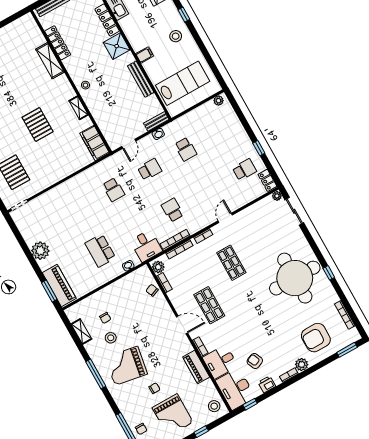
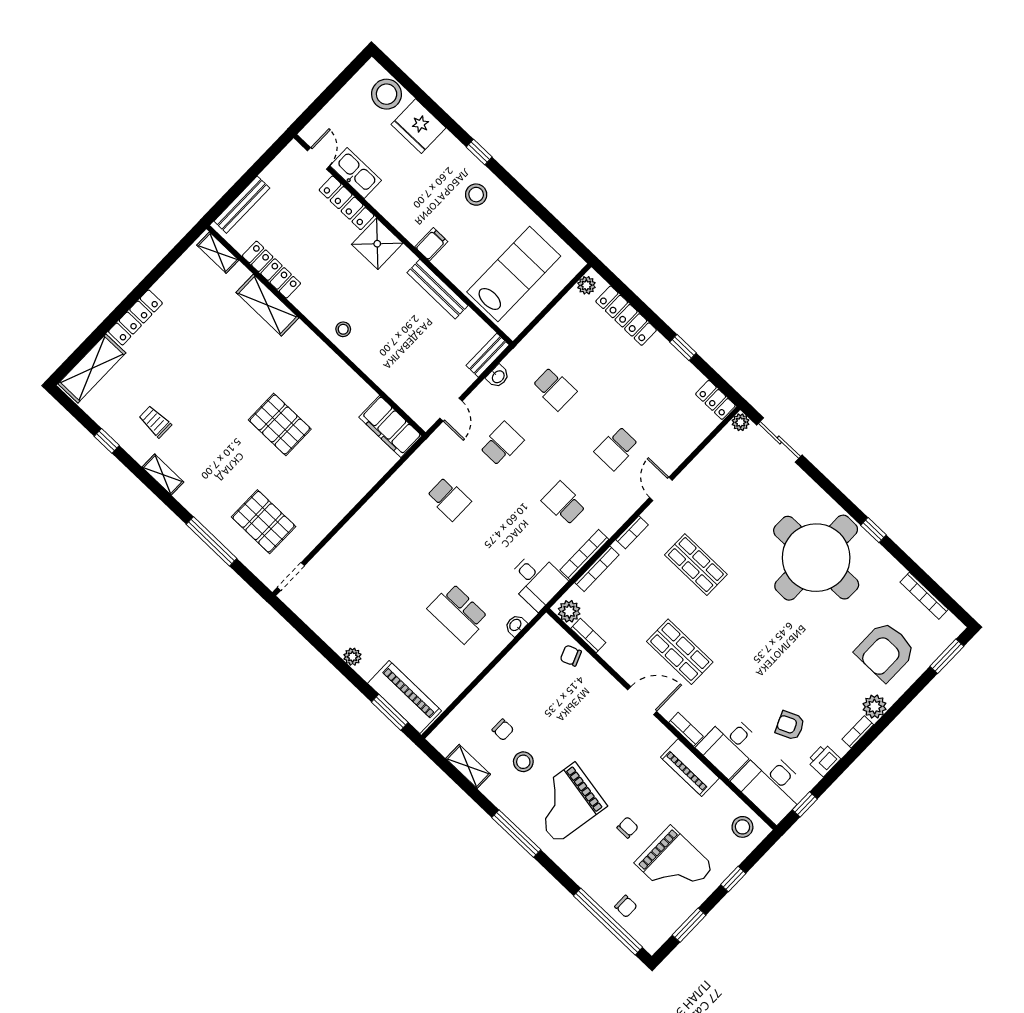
shelving: (79, 108) -> (218, 253), moved
locker: (234, 123) -> (626, 316), added
school desk: (244, 170) -> (616, 448), moved, turned 180
plant: (40, 251) -> (352, 657), width x0.53, depth x0.53

